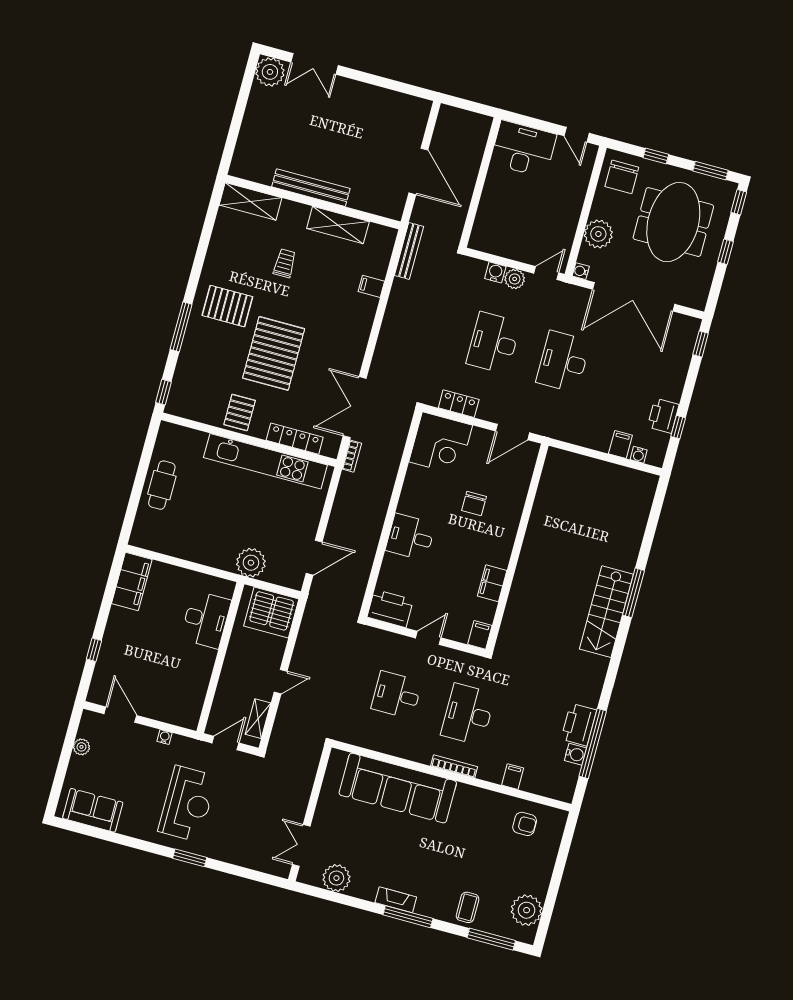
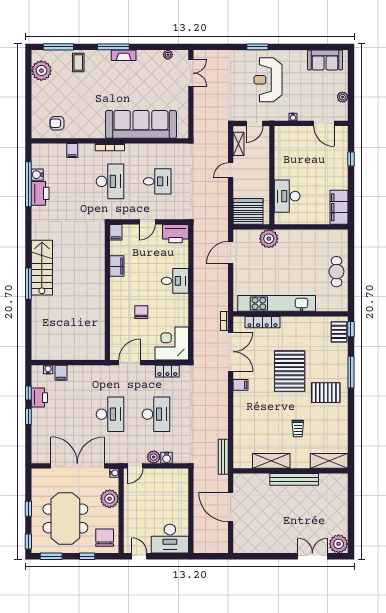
filing cabinet: (371, 286) -> (241, 385), moved
window: (701, 344) -> (28, 416), moved
pallet: (240, 413) -> (339, 332), moved
plant: (336, 878) -> (168, 55), width x0.53, depth x0.53

